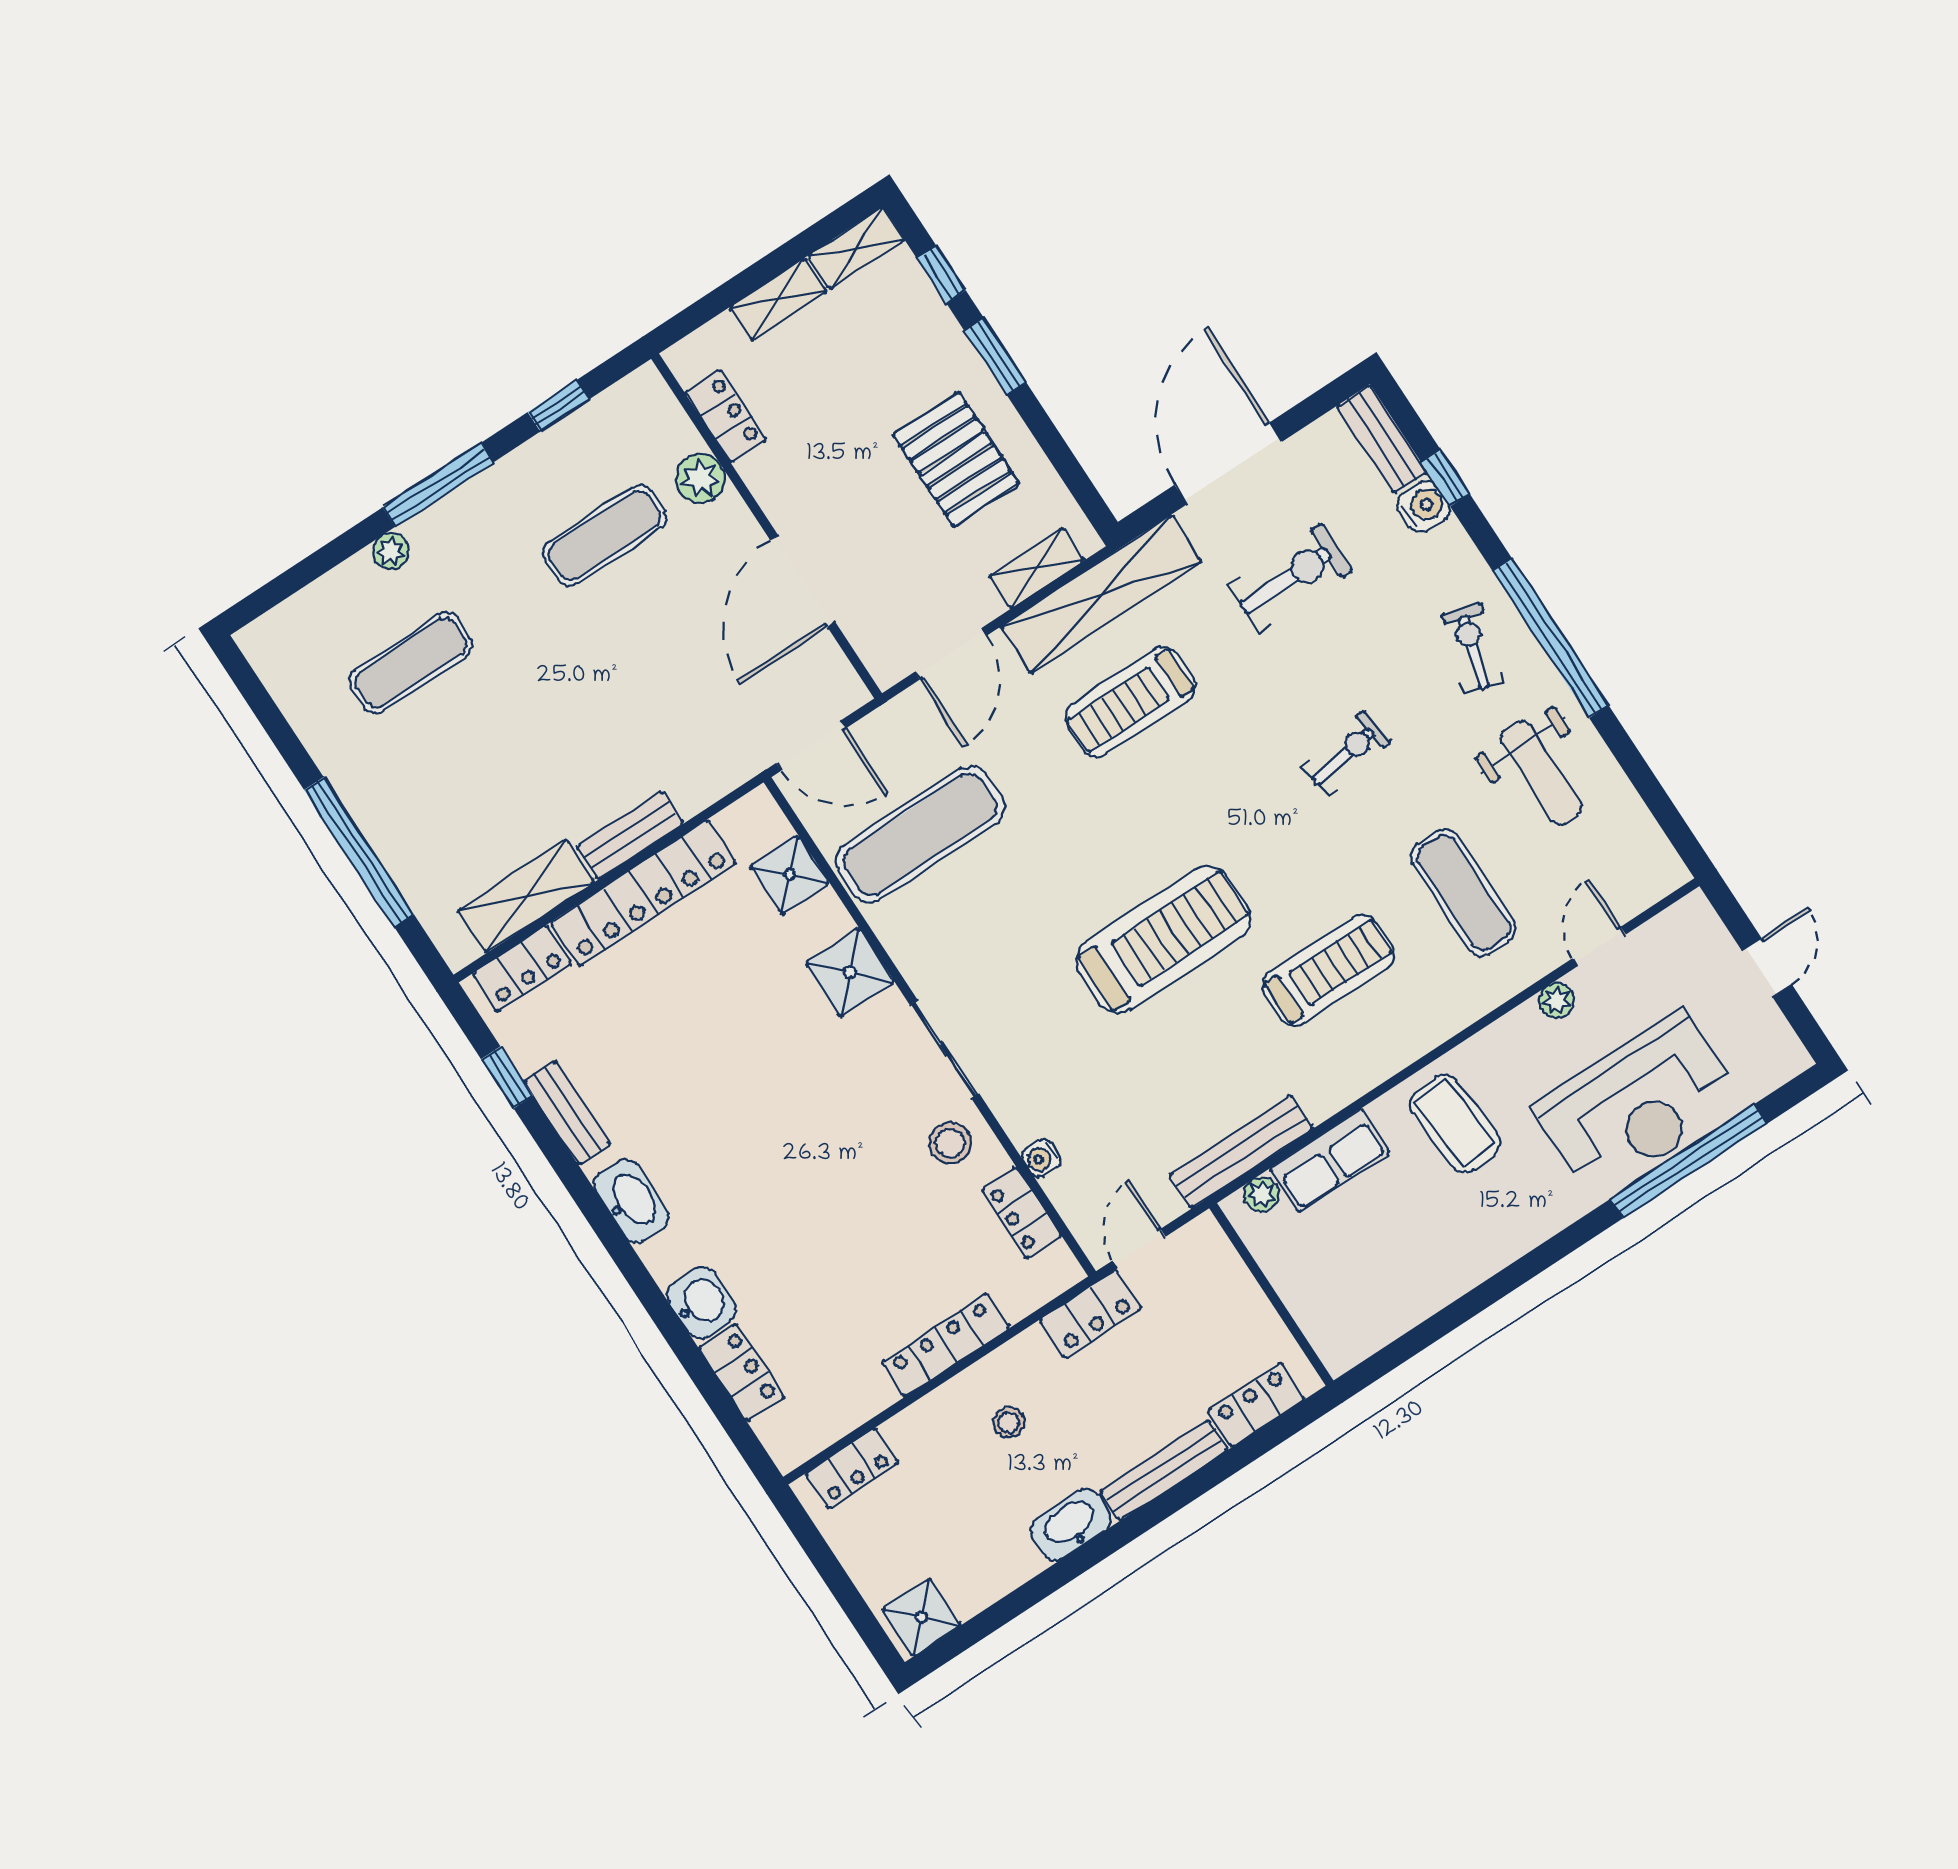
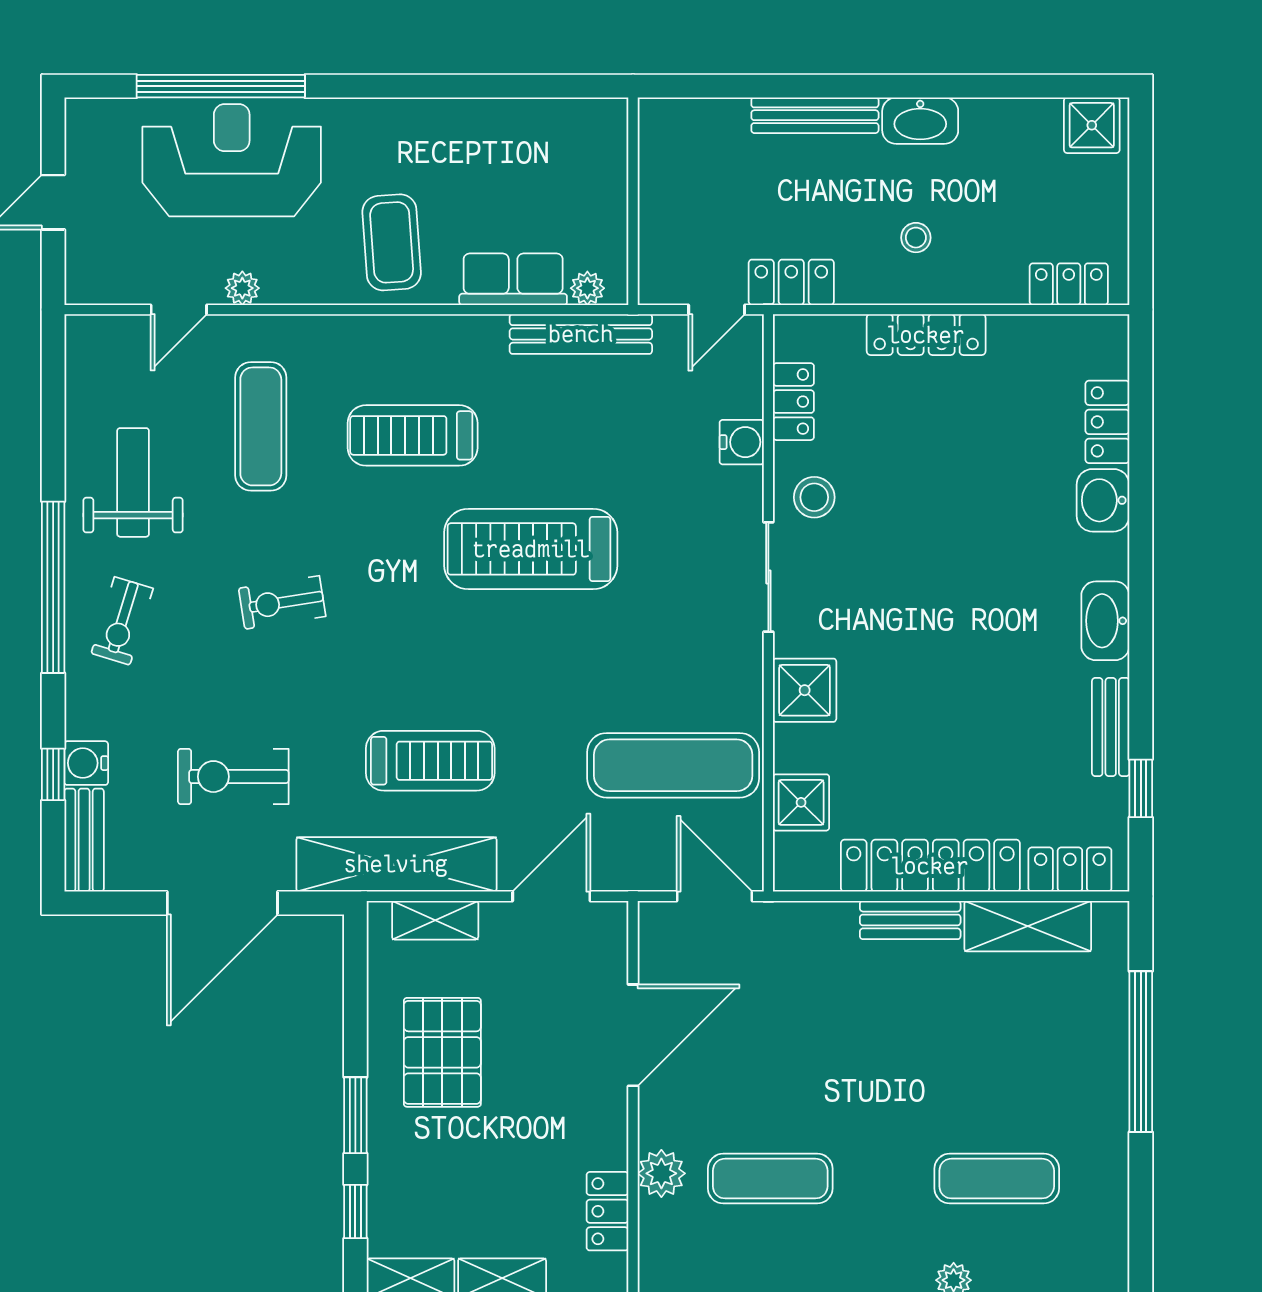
water cooler: (1041, 1158) -> (742, 442), width x1.38, depth x1.38
locker: (1256, 1405) -> (705, 119), removed

